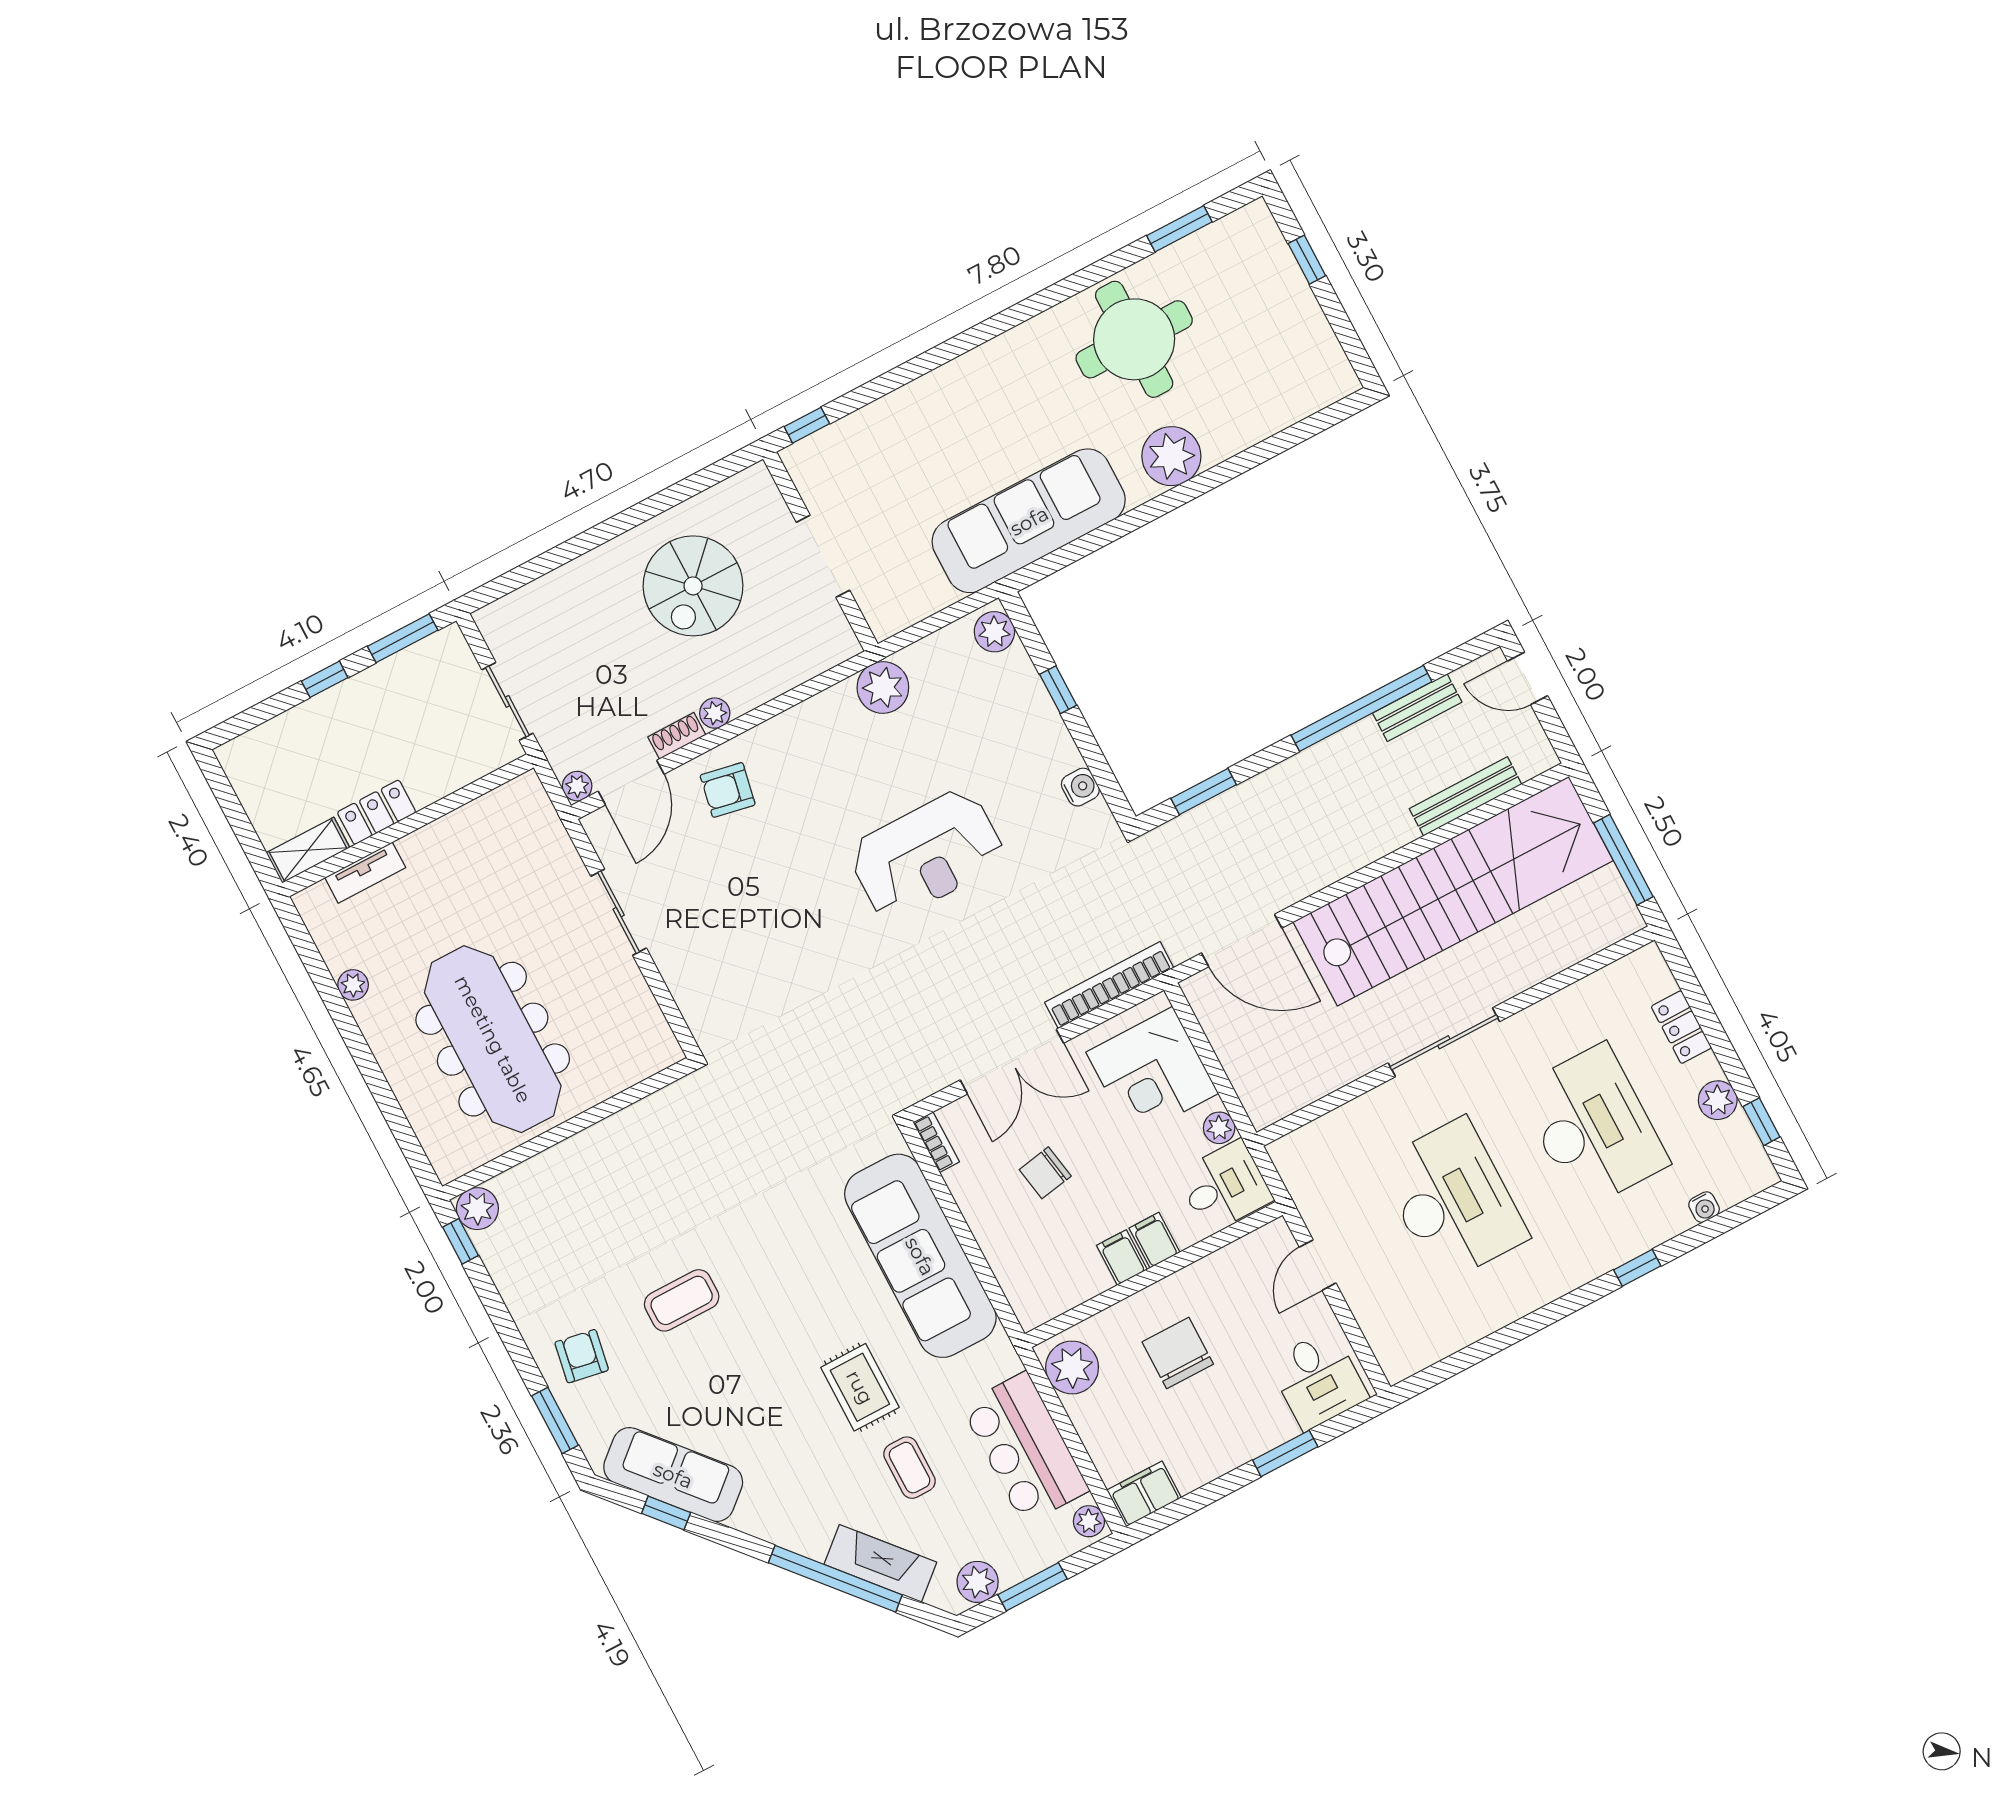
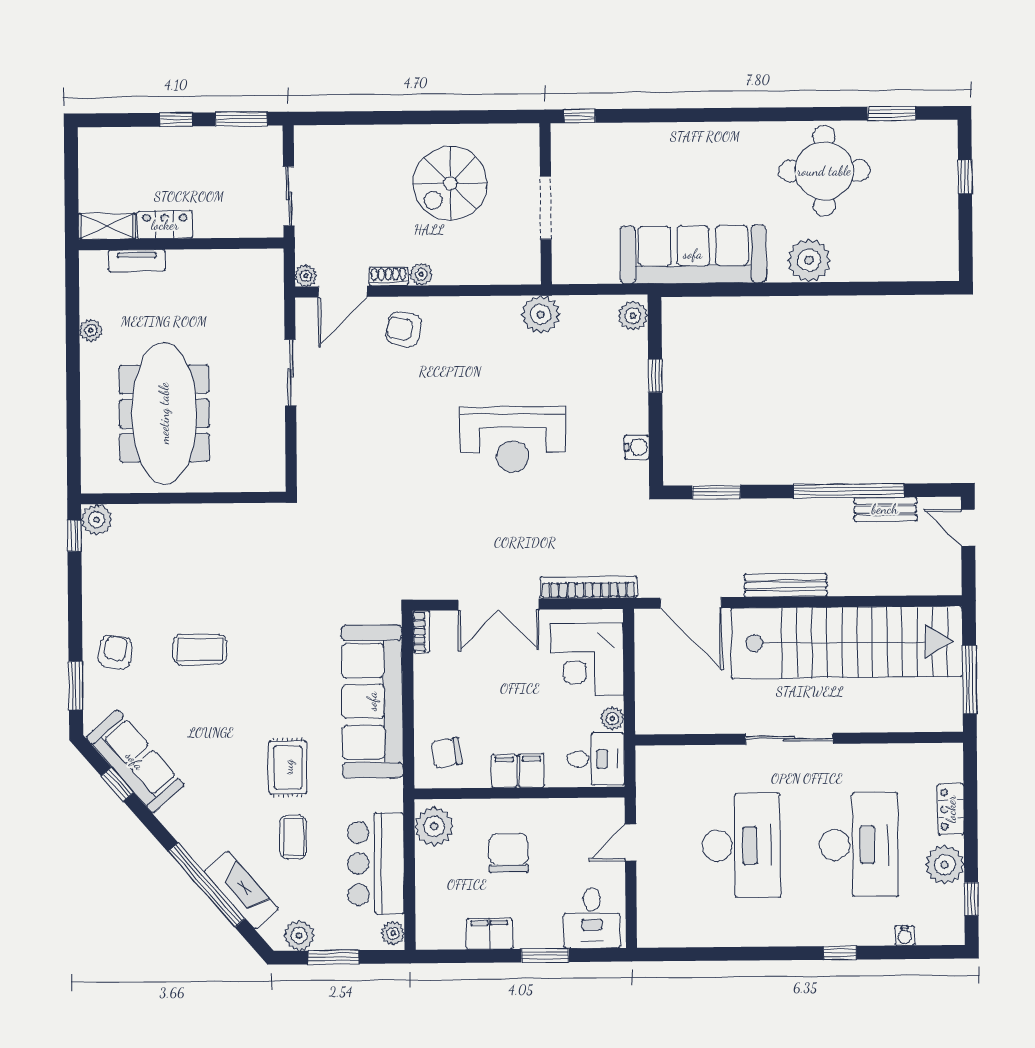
bench: (1466, 796) -> (786, 585), moved
plant: (1718, 1100) -> (945, 865), width x1.36, depth x1.36
chair: (1045, 1173) -> (446, 753), moved
filing cabinet: (1144, 1494) -> (489, 934), moved

